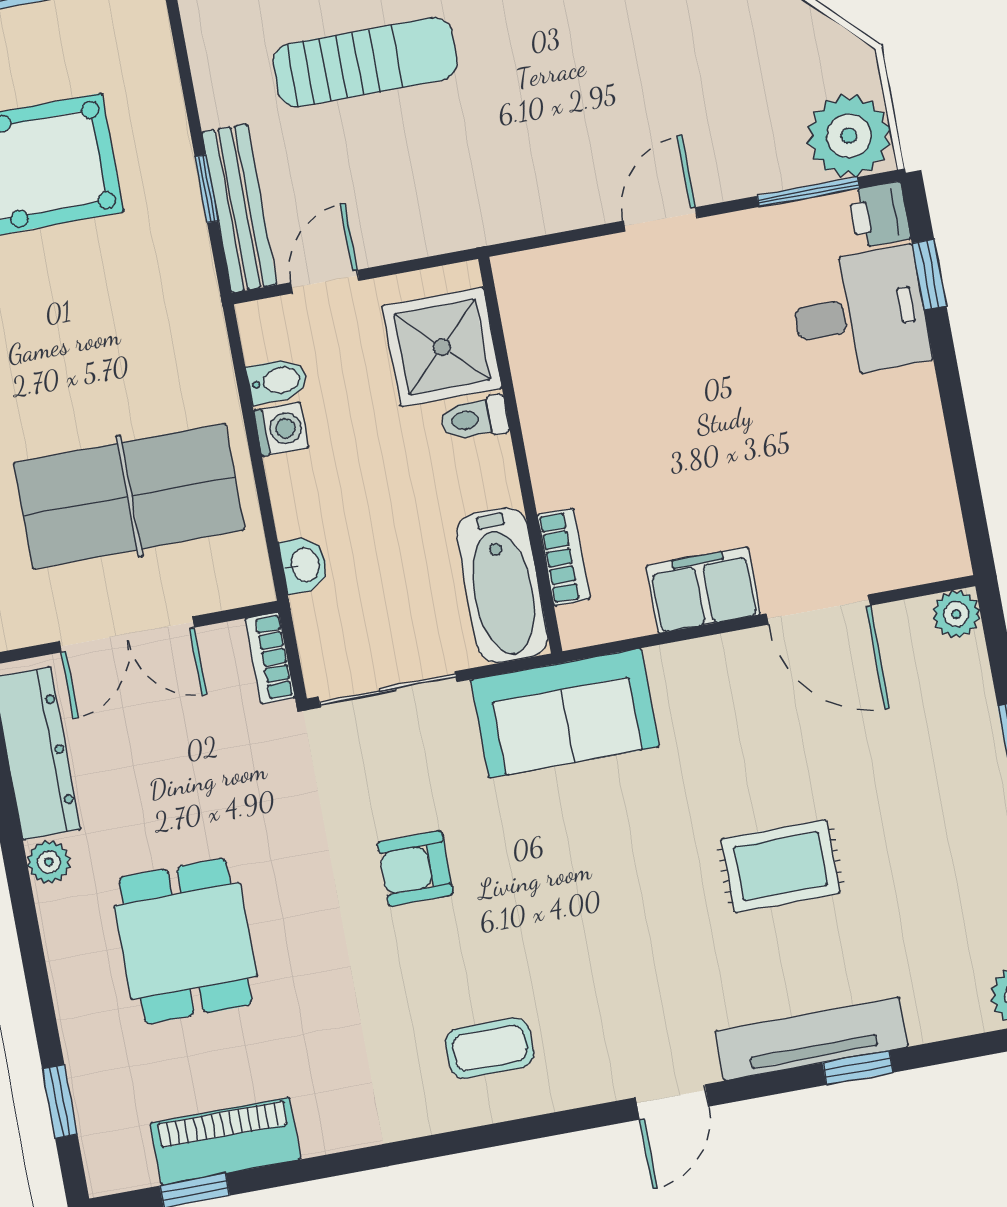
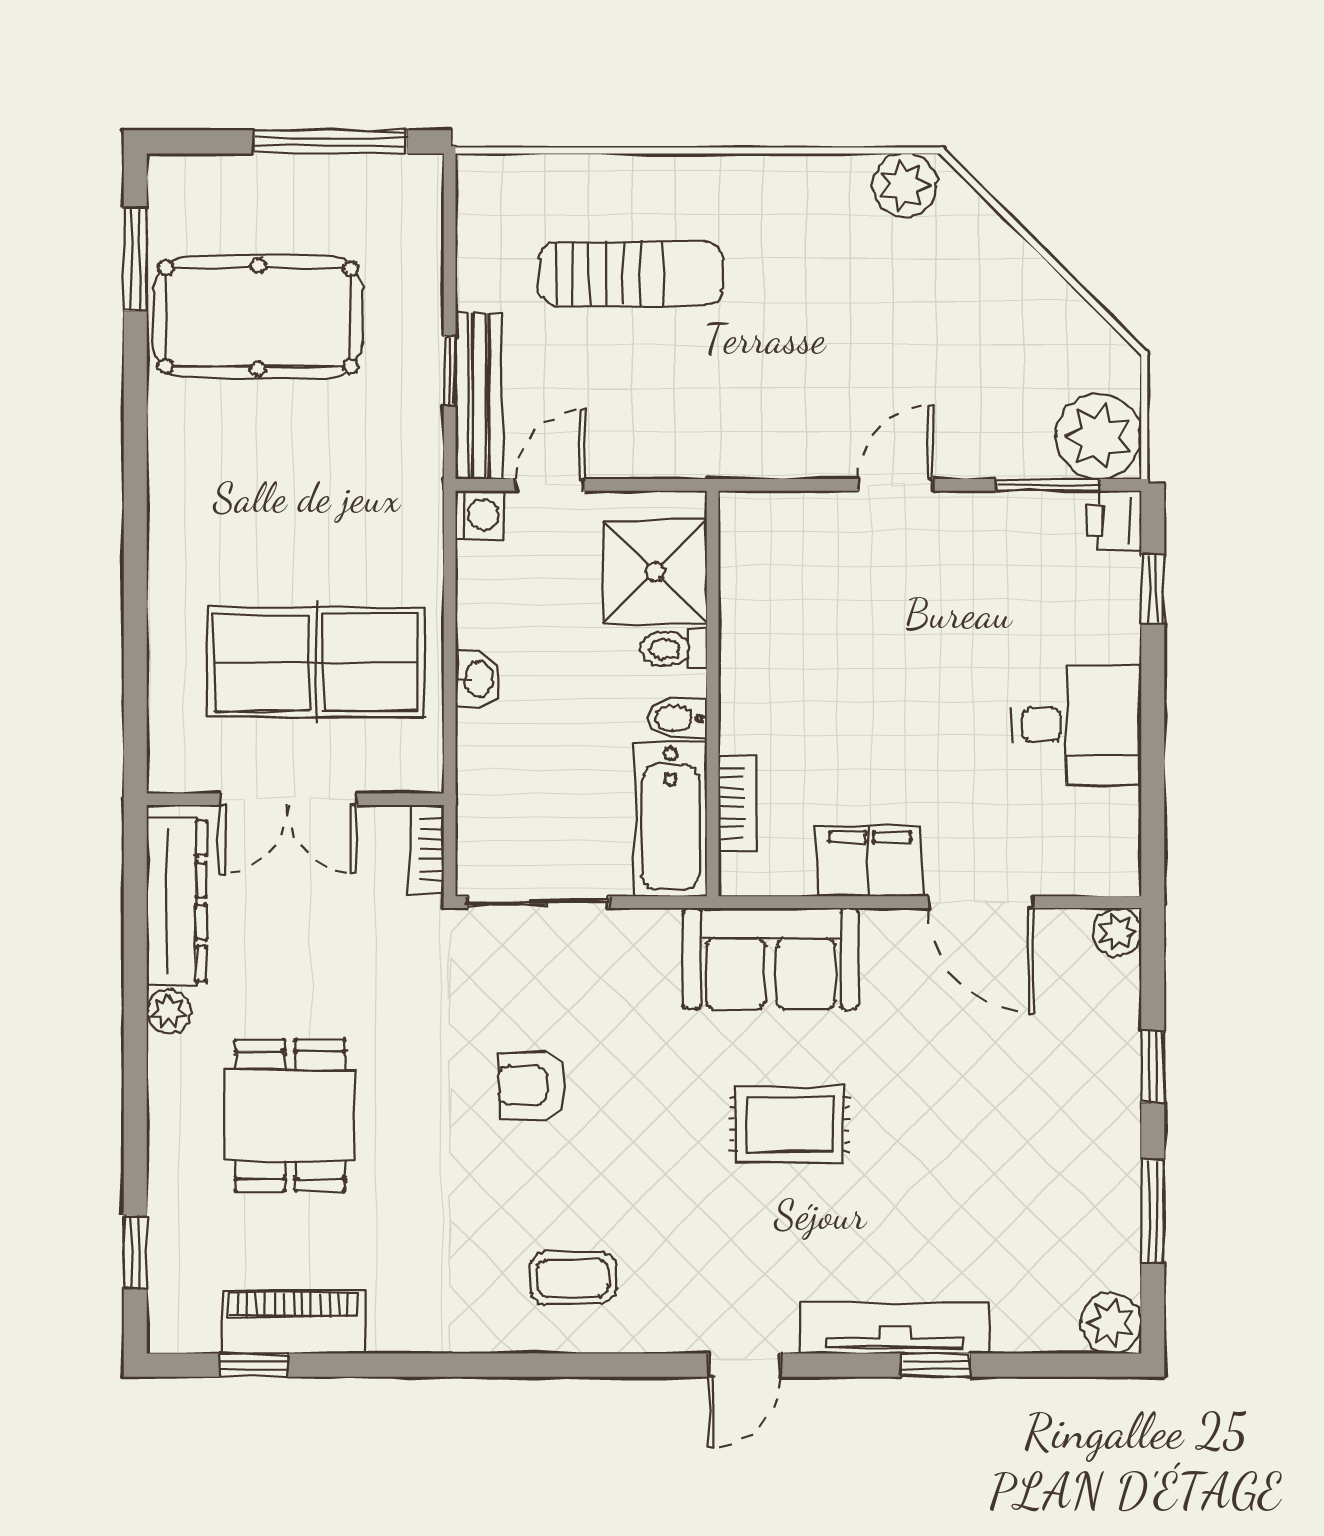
desk: (860, 313) -> (1077, 725), moved
bidet: (277, 381) -> (678, 718), moved, turned 180
washing machine: (281, 429) -> (479, 515), moved
washbasin: (304, 565) -> (477, 679), moved
sofa: (565, 713) -> (771, 959), moved
rug: (781, 866) -> (790, 1124), moved

